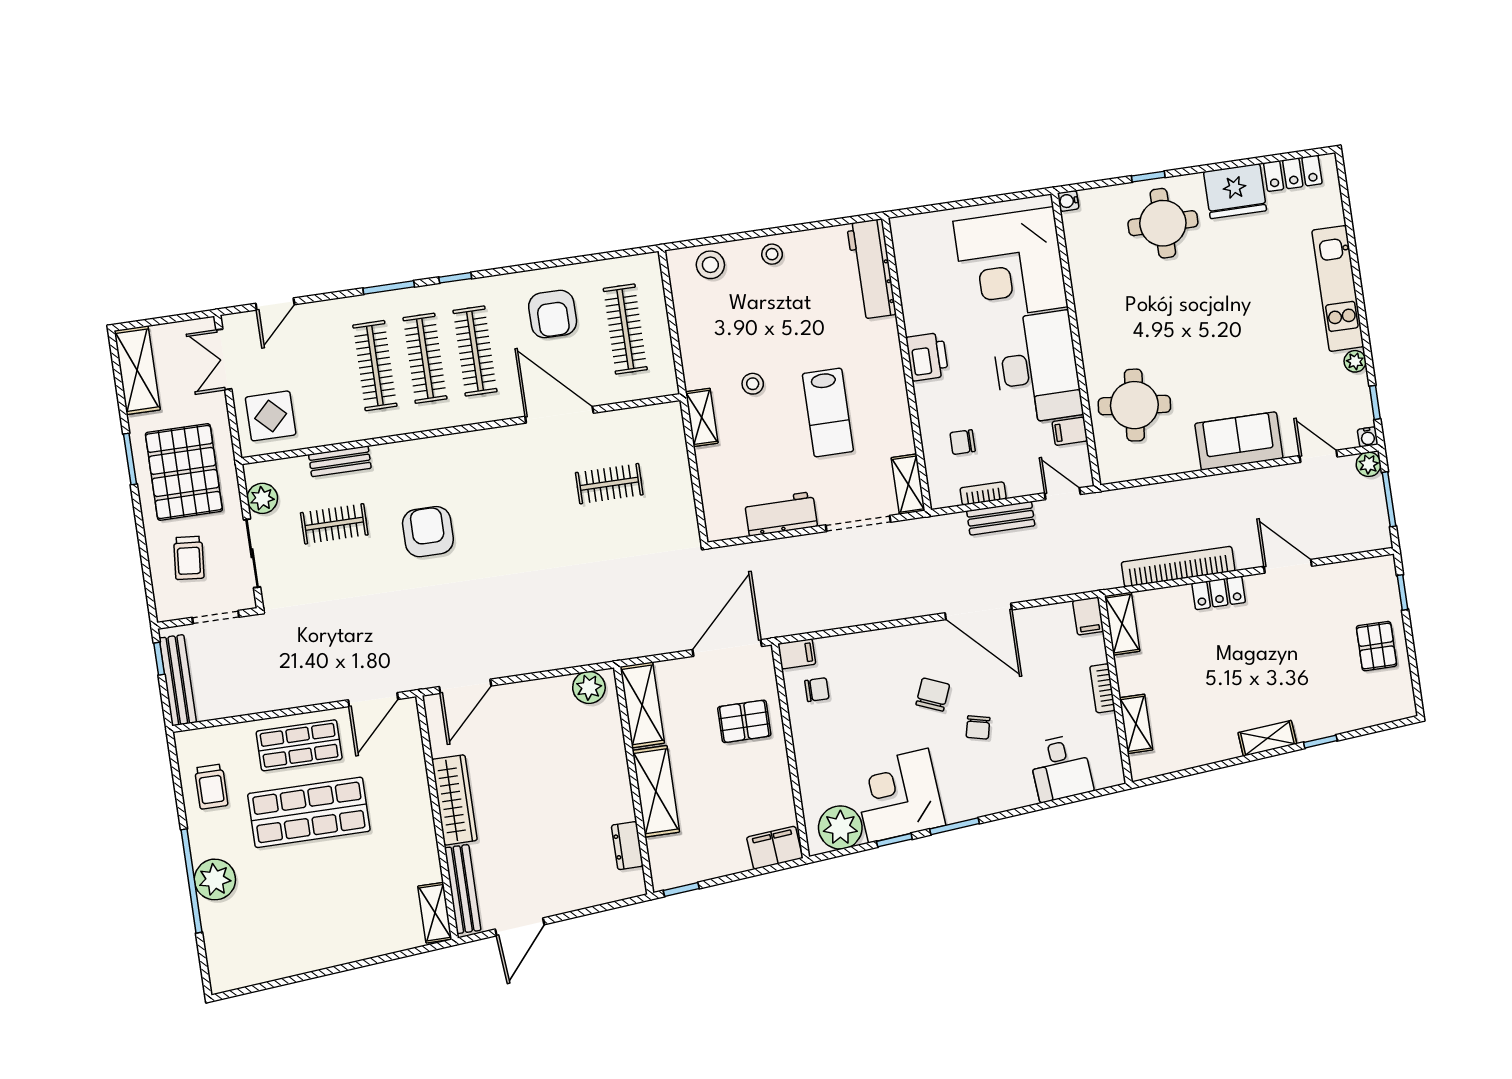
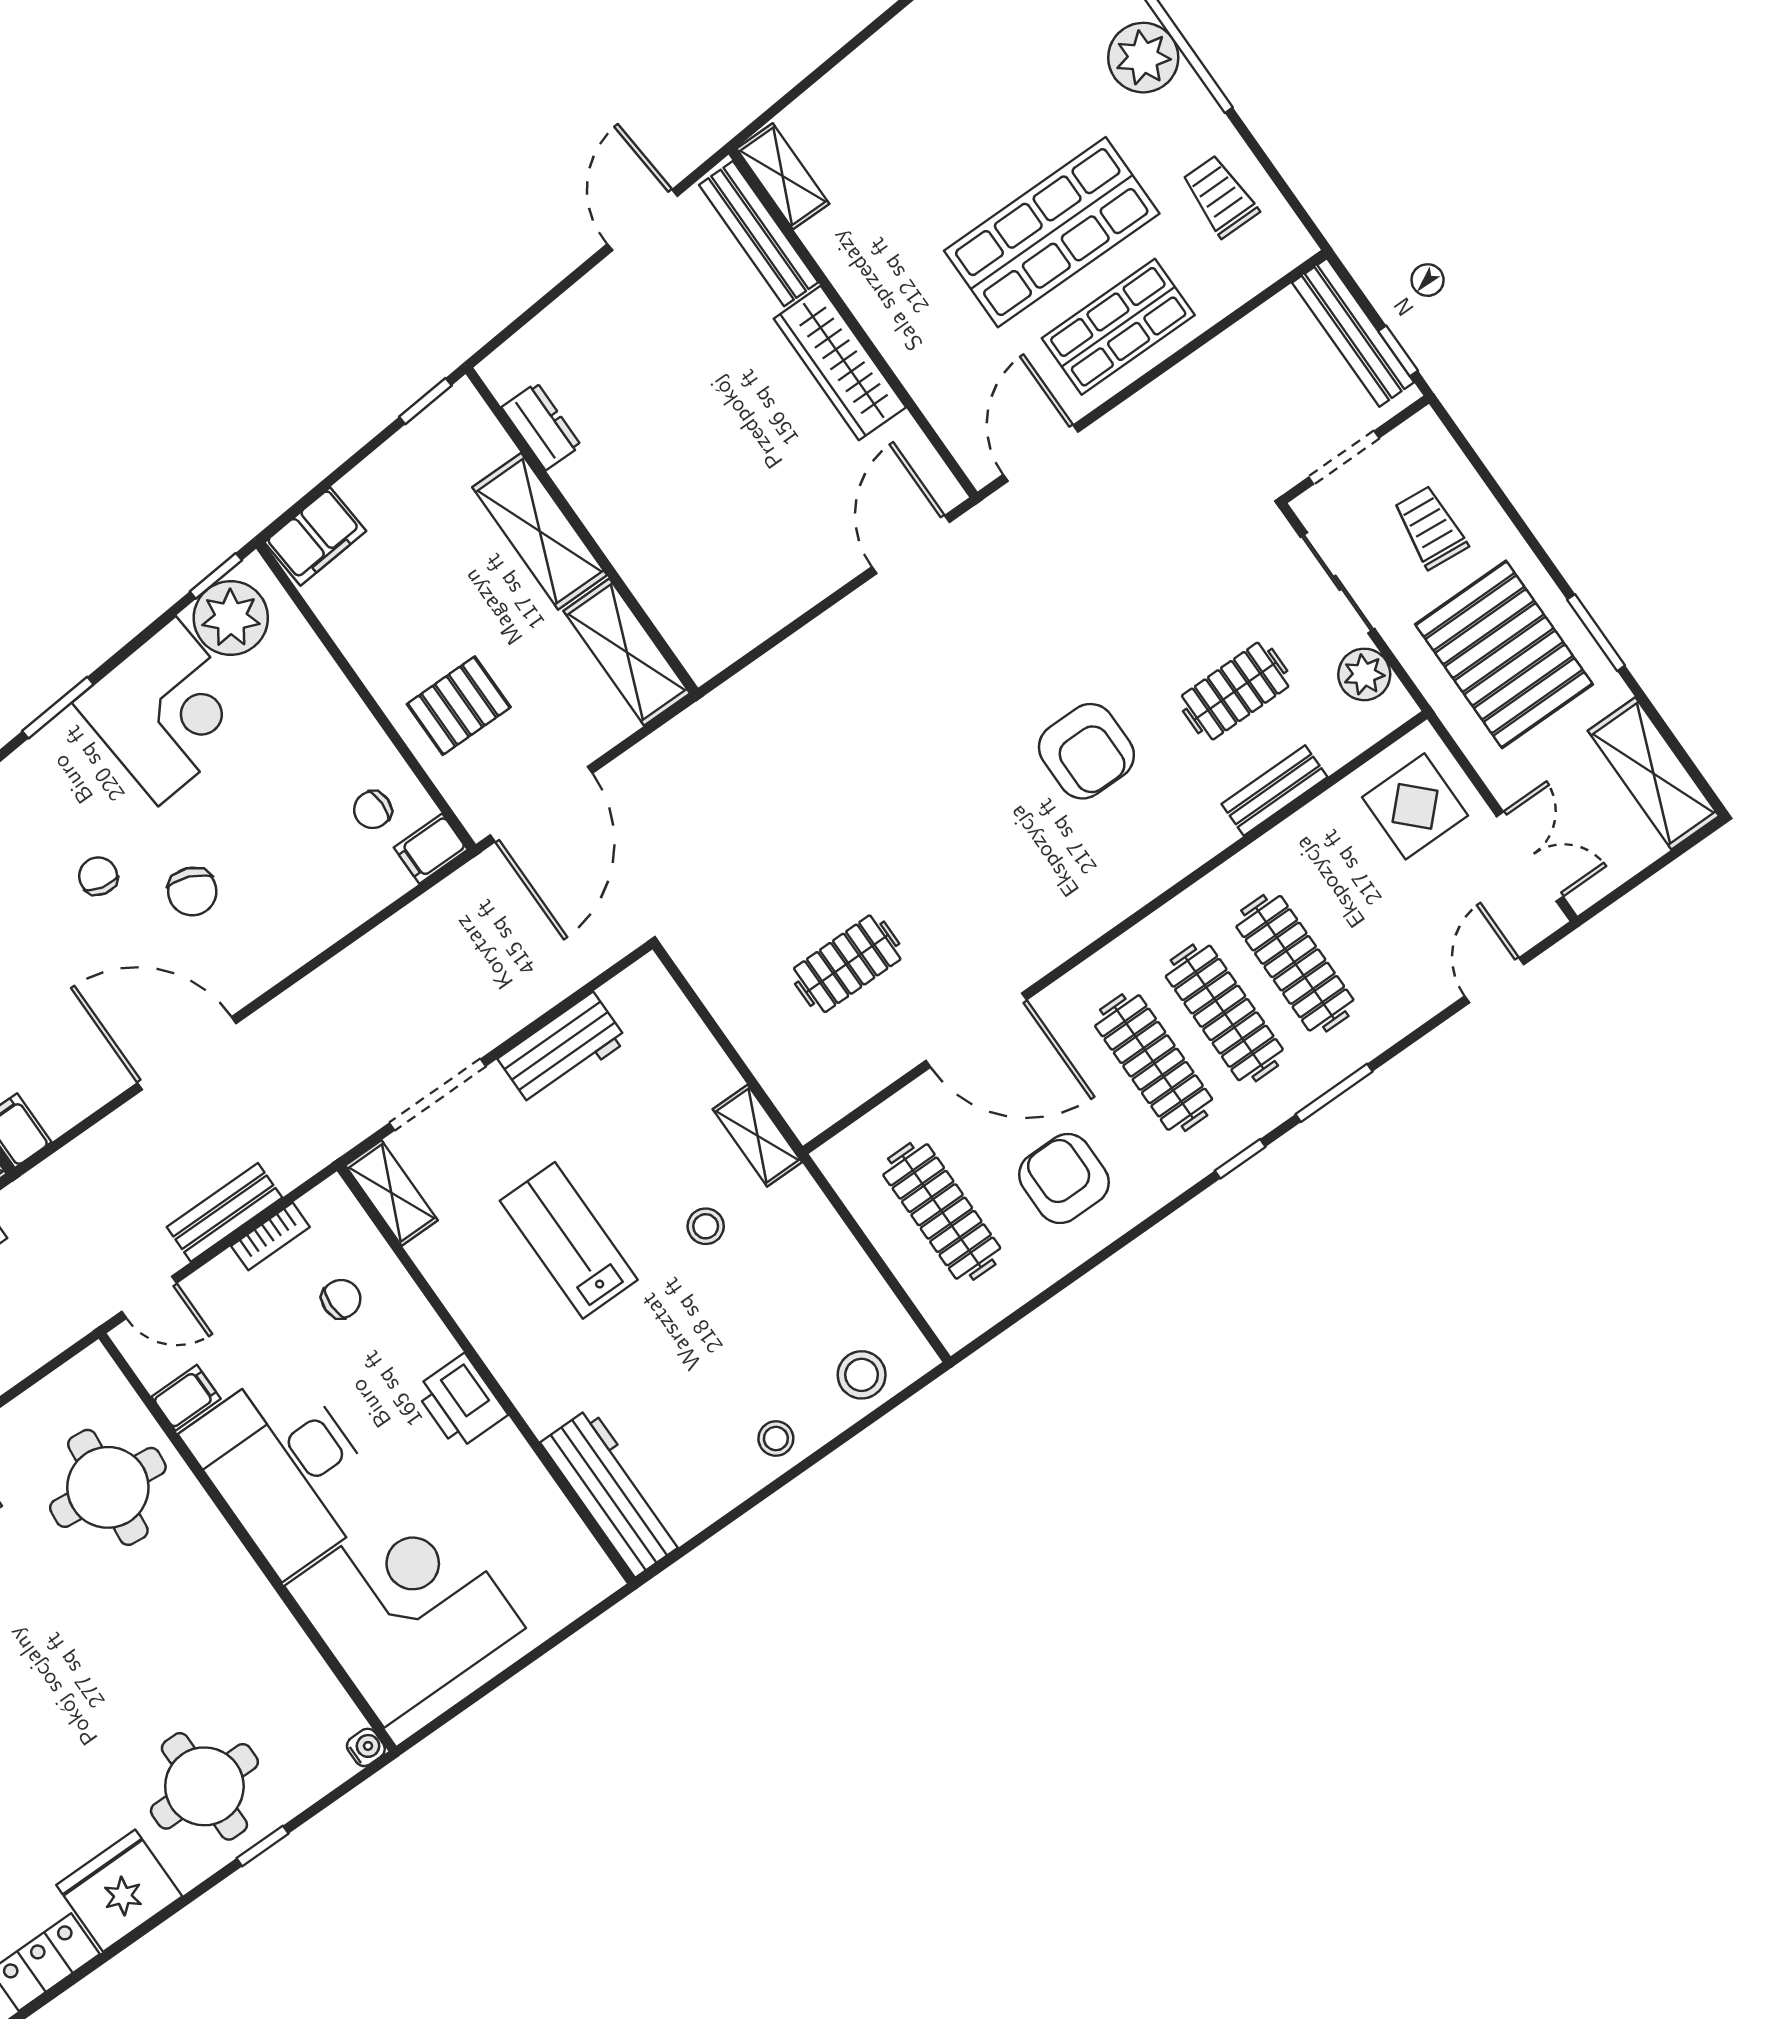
plant: (589, 687) -> (721, 638), removed
window: (894, 840) -> (216, 576), moved

